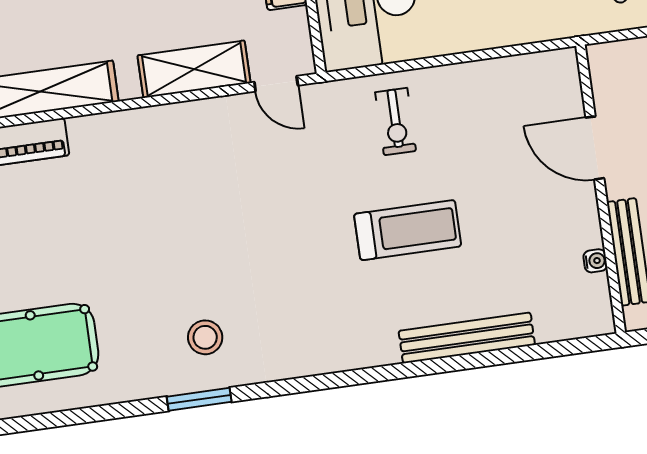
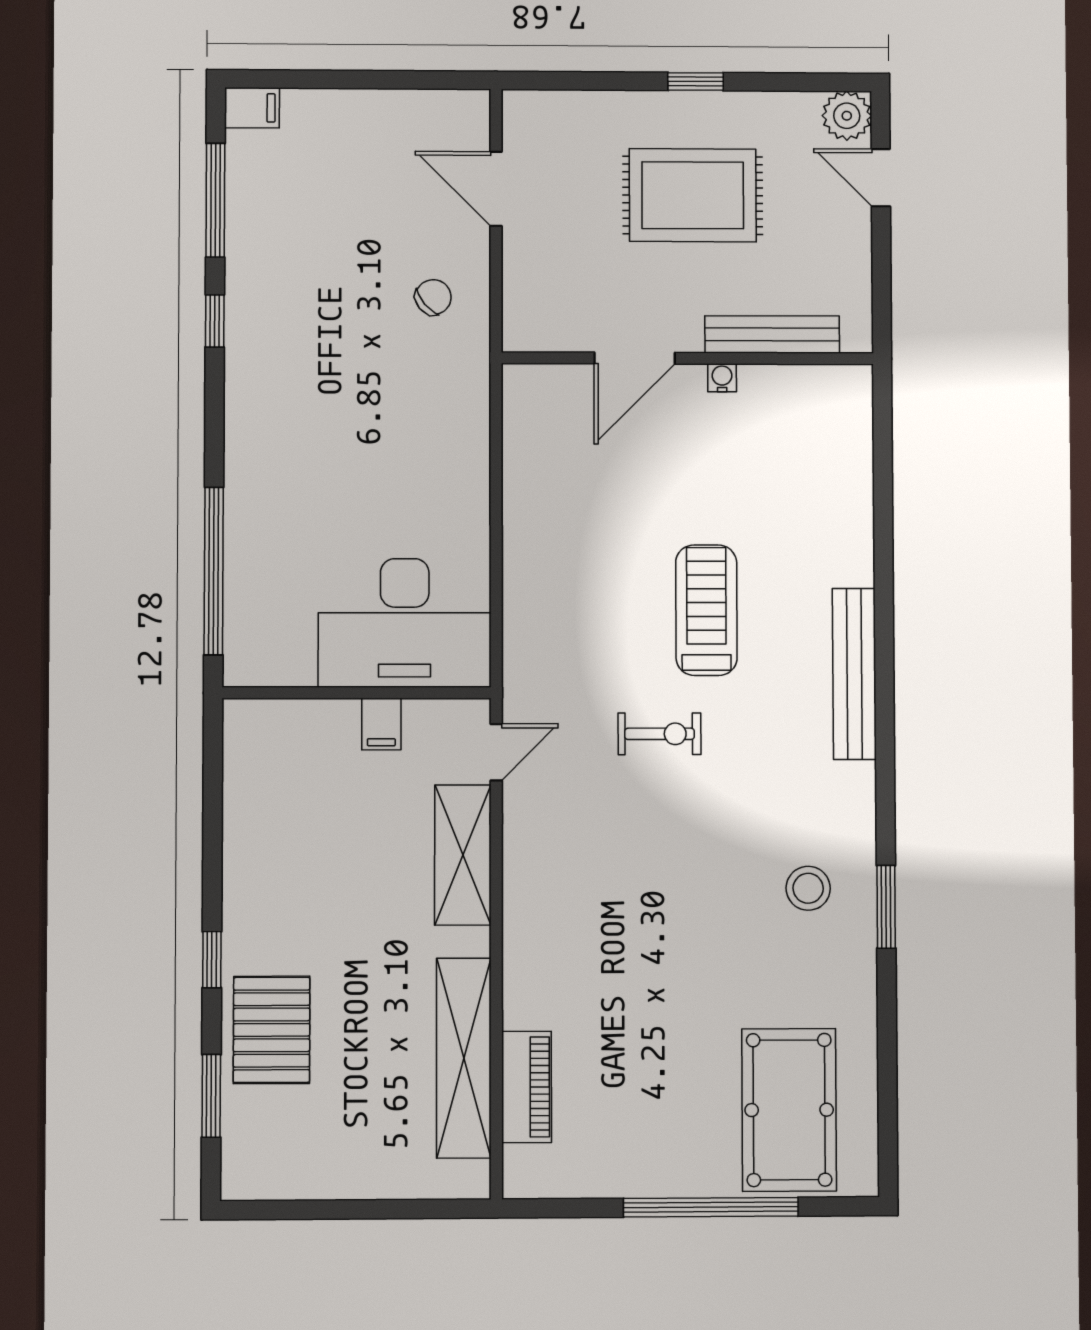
exercise bike: (396, 122) -> (660, 734), moved
water cooler: (595, 261) -> (722, 378), moved
bench: (467, 338) -> (854, 674), moved

